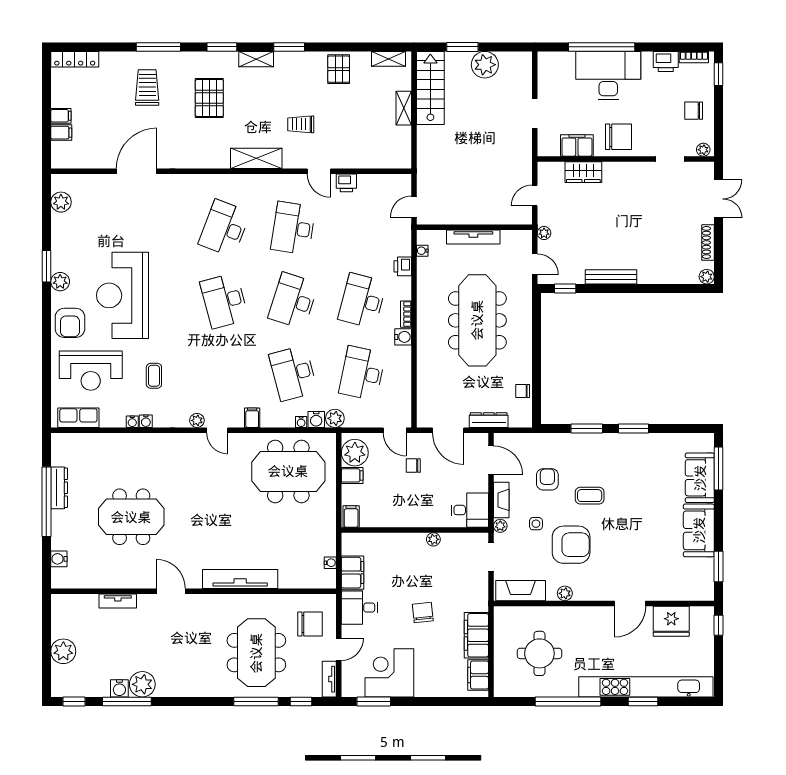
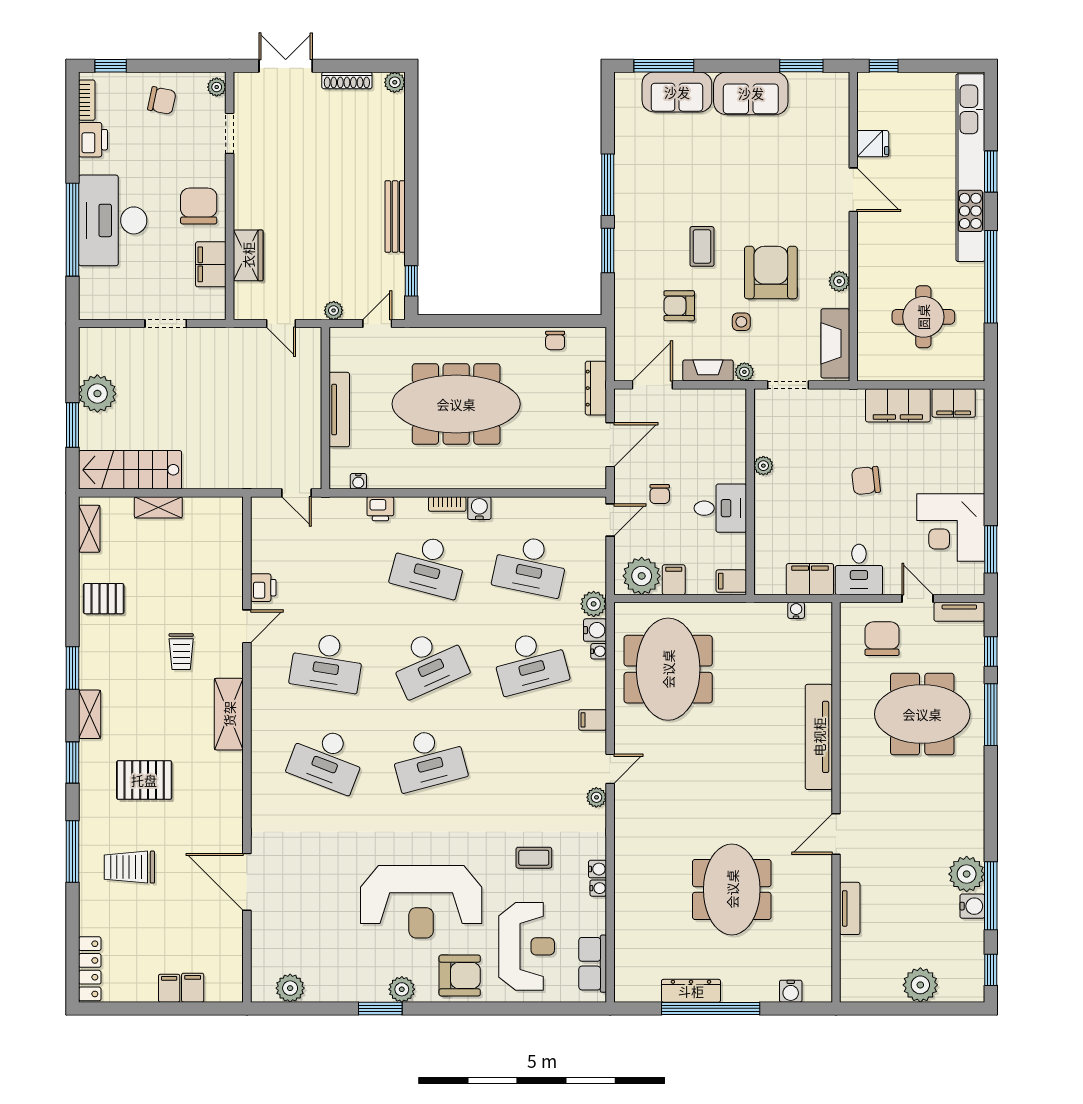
chair: (694, 111) -> (162, 101), turned -78
desk: (293, 301) -> (428, 662), turned -42
window: (634, 428) -> (608, 185), width x1.44
desk: (470, 510) -> (720, 508), moved, turned 90
fridge: (671, 621) -> (873, 144), width x0.53, depth x0.75

